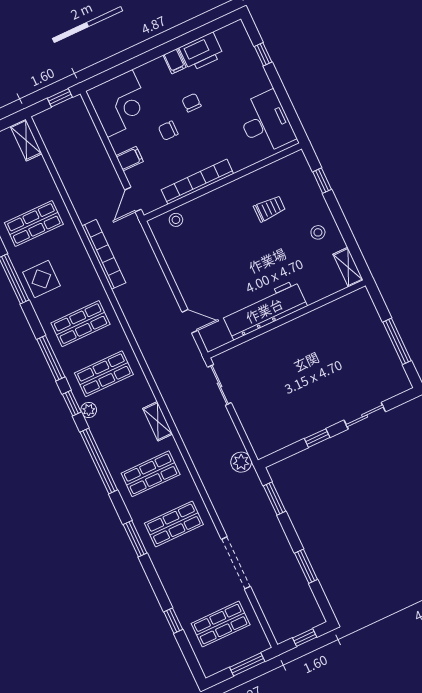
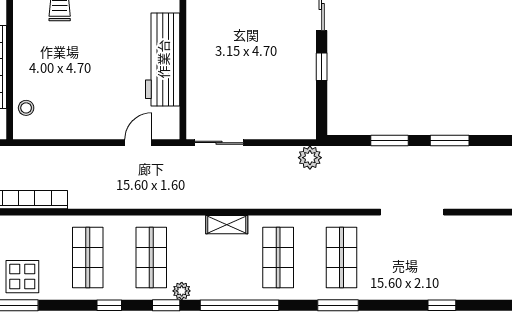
window: (51, 358) -> (109, 305), width x0.46
window: (275, 499) -> (390, 140), moved
shop shelf: (221, 624) -> (468, 258), removed

